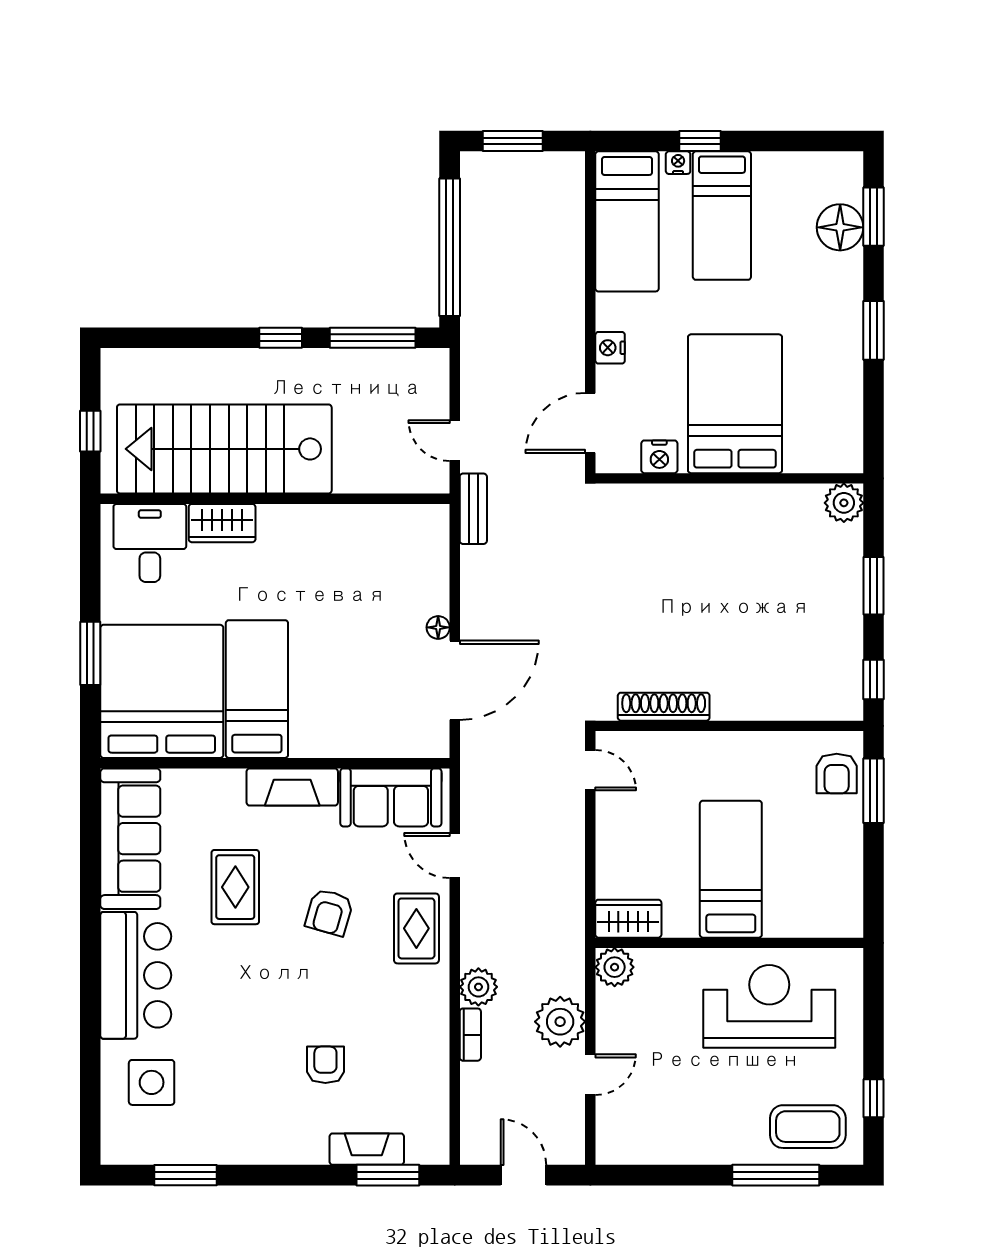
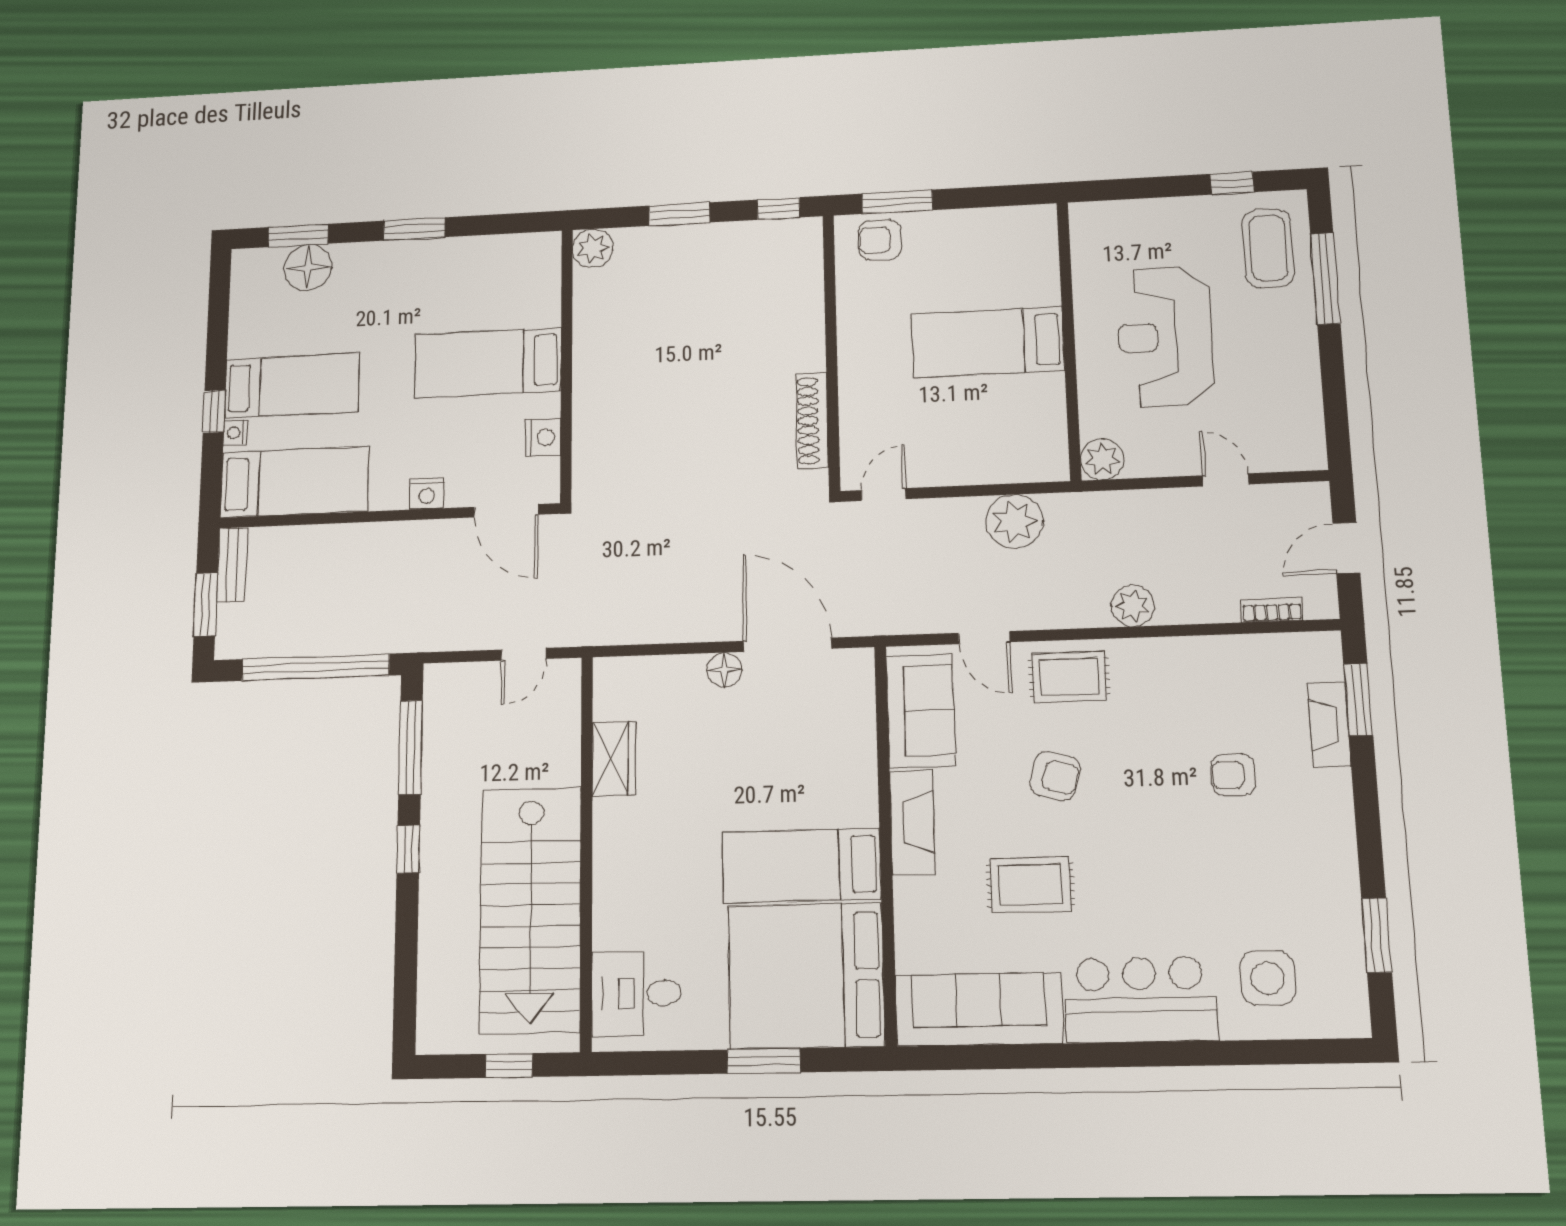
bed: (735, 404) -> (488, 363), width x0.67
bench: (473, 509) -> (232, 564), moved, turned 90
wardrobe: (222, 523) -> (614, 759), moved
floor lamp: (438, 627) -> (724, 670), width x1.37, depth x1.37
armchair: (837, 774) -> (880, 240), turned 180
door: (455, 856) -> (984, 638), hinge flipped
wardrobe: (628, 919) -> (1047, 447), removed
reception desk: (769, 1006) -> (1165, 337), moved
plant: (560, 1022) -> (1015, 521), moved
bookcase: (470, 1035) -> (1272, 610), moved

